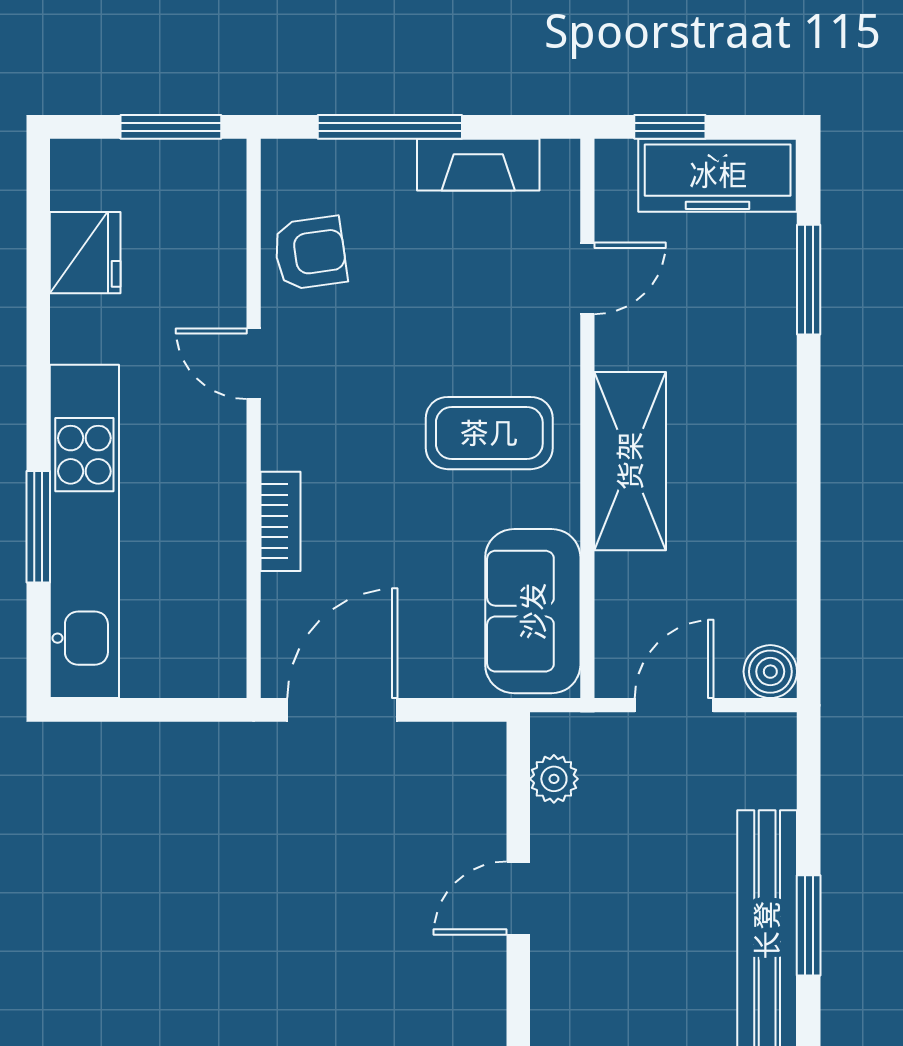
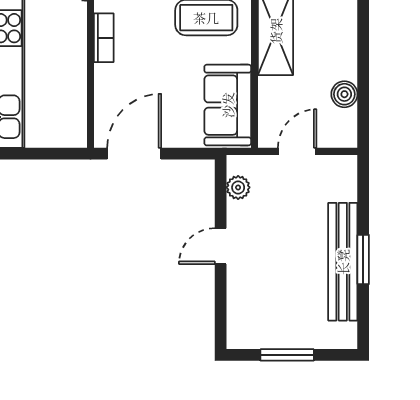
bookcase: (281, 521) -> (104, 38), moved
boiler: (770, 672) -> (344, 94), moved

